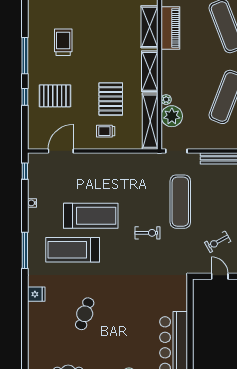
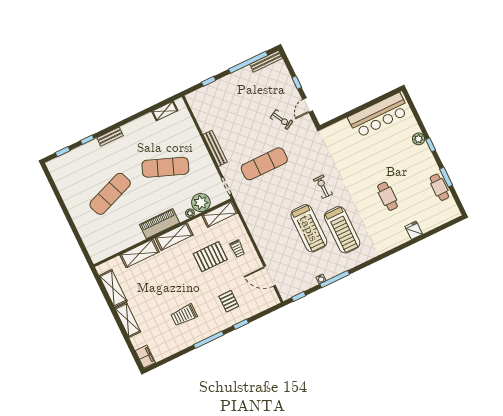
piano: (170, 28) -> (160, 224), moved
pallet: (55, 96) -> (229, 301), width x0.67, depth x0.71
shelving: (150, 121) -> (220, 214), width x0.68
treadmill: (91, 216) -> (309, 228), turned 180
exercise bike: (148, 233) -> (323, 187), moved
window: (25, 250) -> (335, 279), moved
fridge: (36, 294) -> (414, 230), moved
cafe table: (85, 314) -> (388, 196), turned 72

